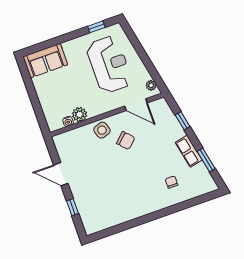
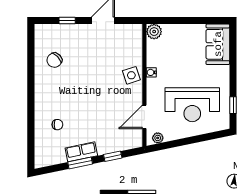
plant: (80, 114) -> (154, 32), moved
water cooler: (68, 121) -> (151, 72), moved
chair: (126, 141) -> (54, 60), moved
window: (206, 160) -> (80, 163), moved

